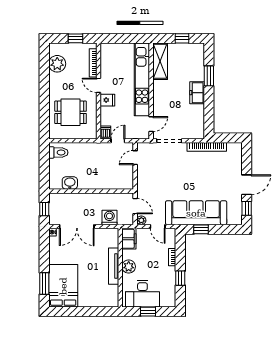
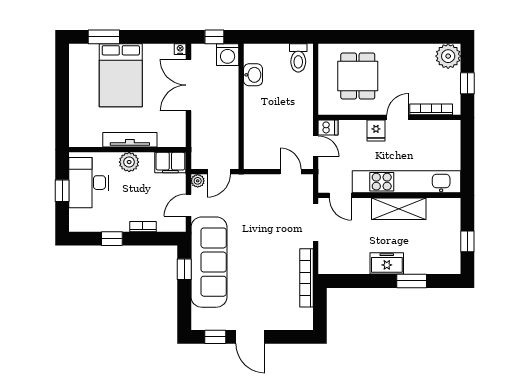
shelving: (160, 61) -> (399, 209), moved
plant: (57, 64) -> (448, 56), moved
washing machine: (109, 217) -> (228, 55), moved, turned 90
bed: (63, 286) -> (121, 75), moved, turned 90

